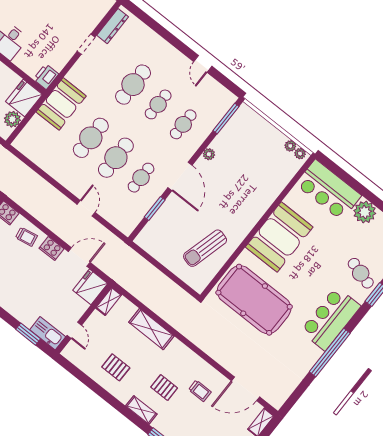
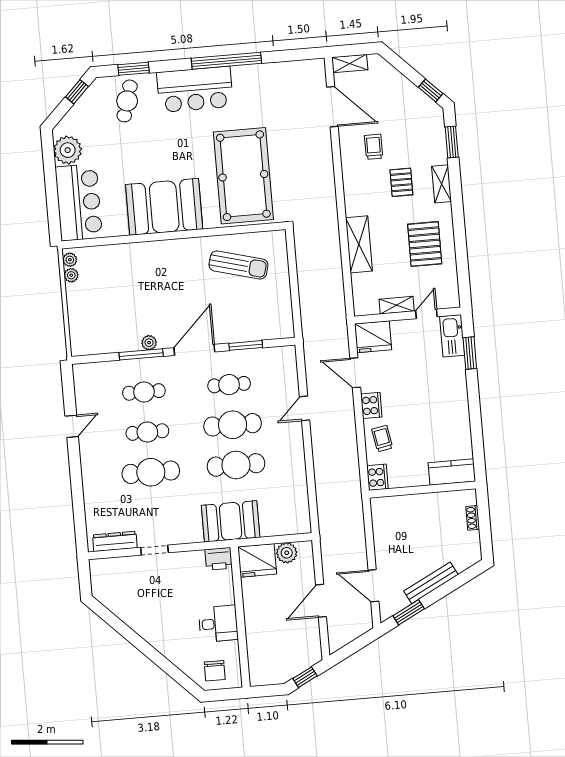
window: (226, 118) -> (141, 354), moved
shelving: (109, 301) -> (397, 305), moved
pallet: (116, 367) -> (425, 244), width x1.50, depth x1.42

